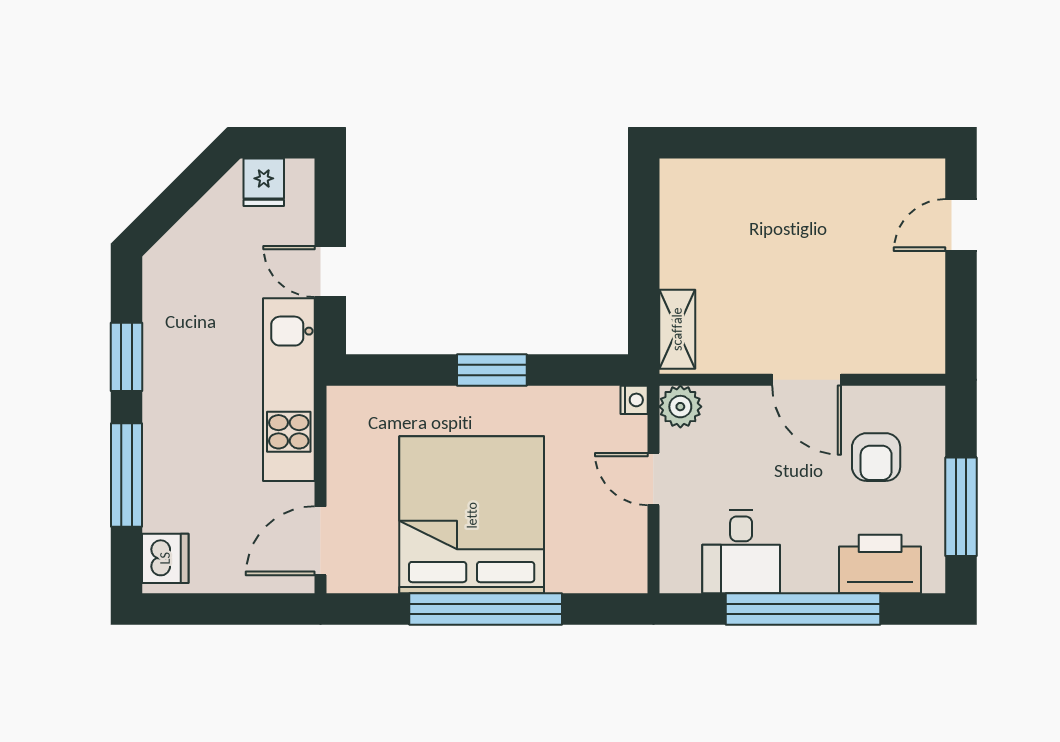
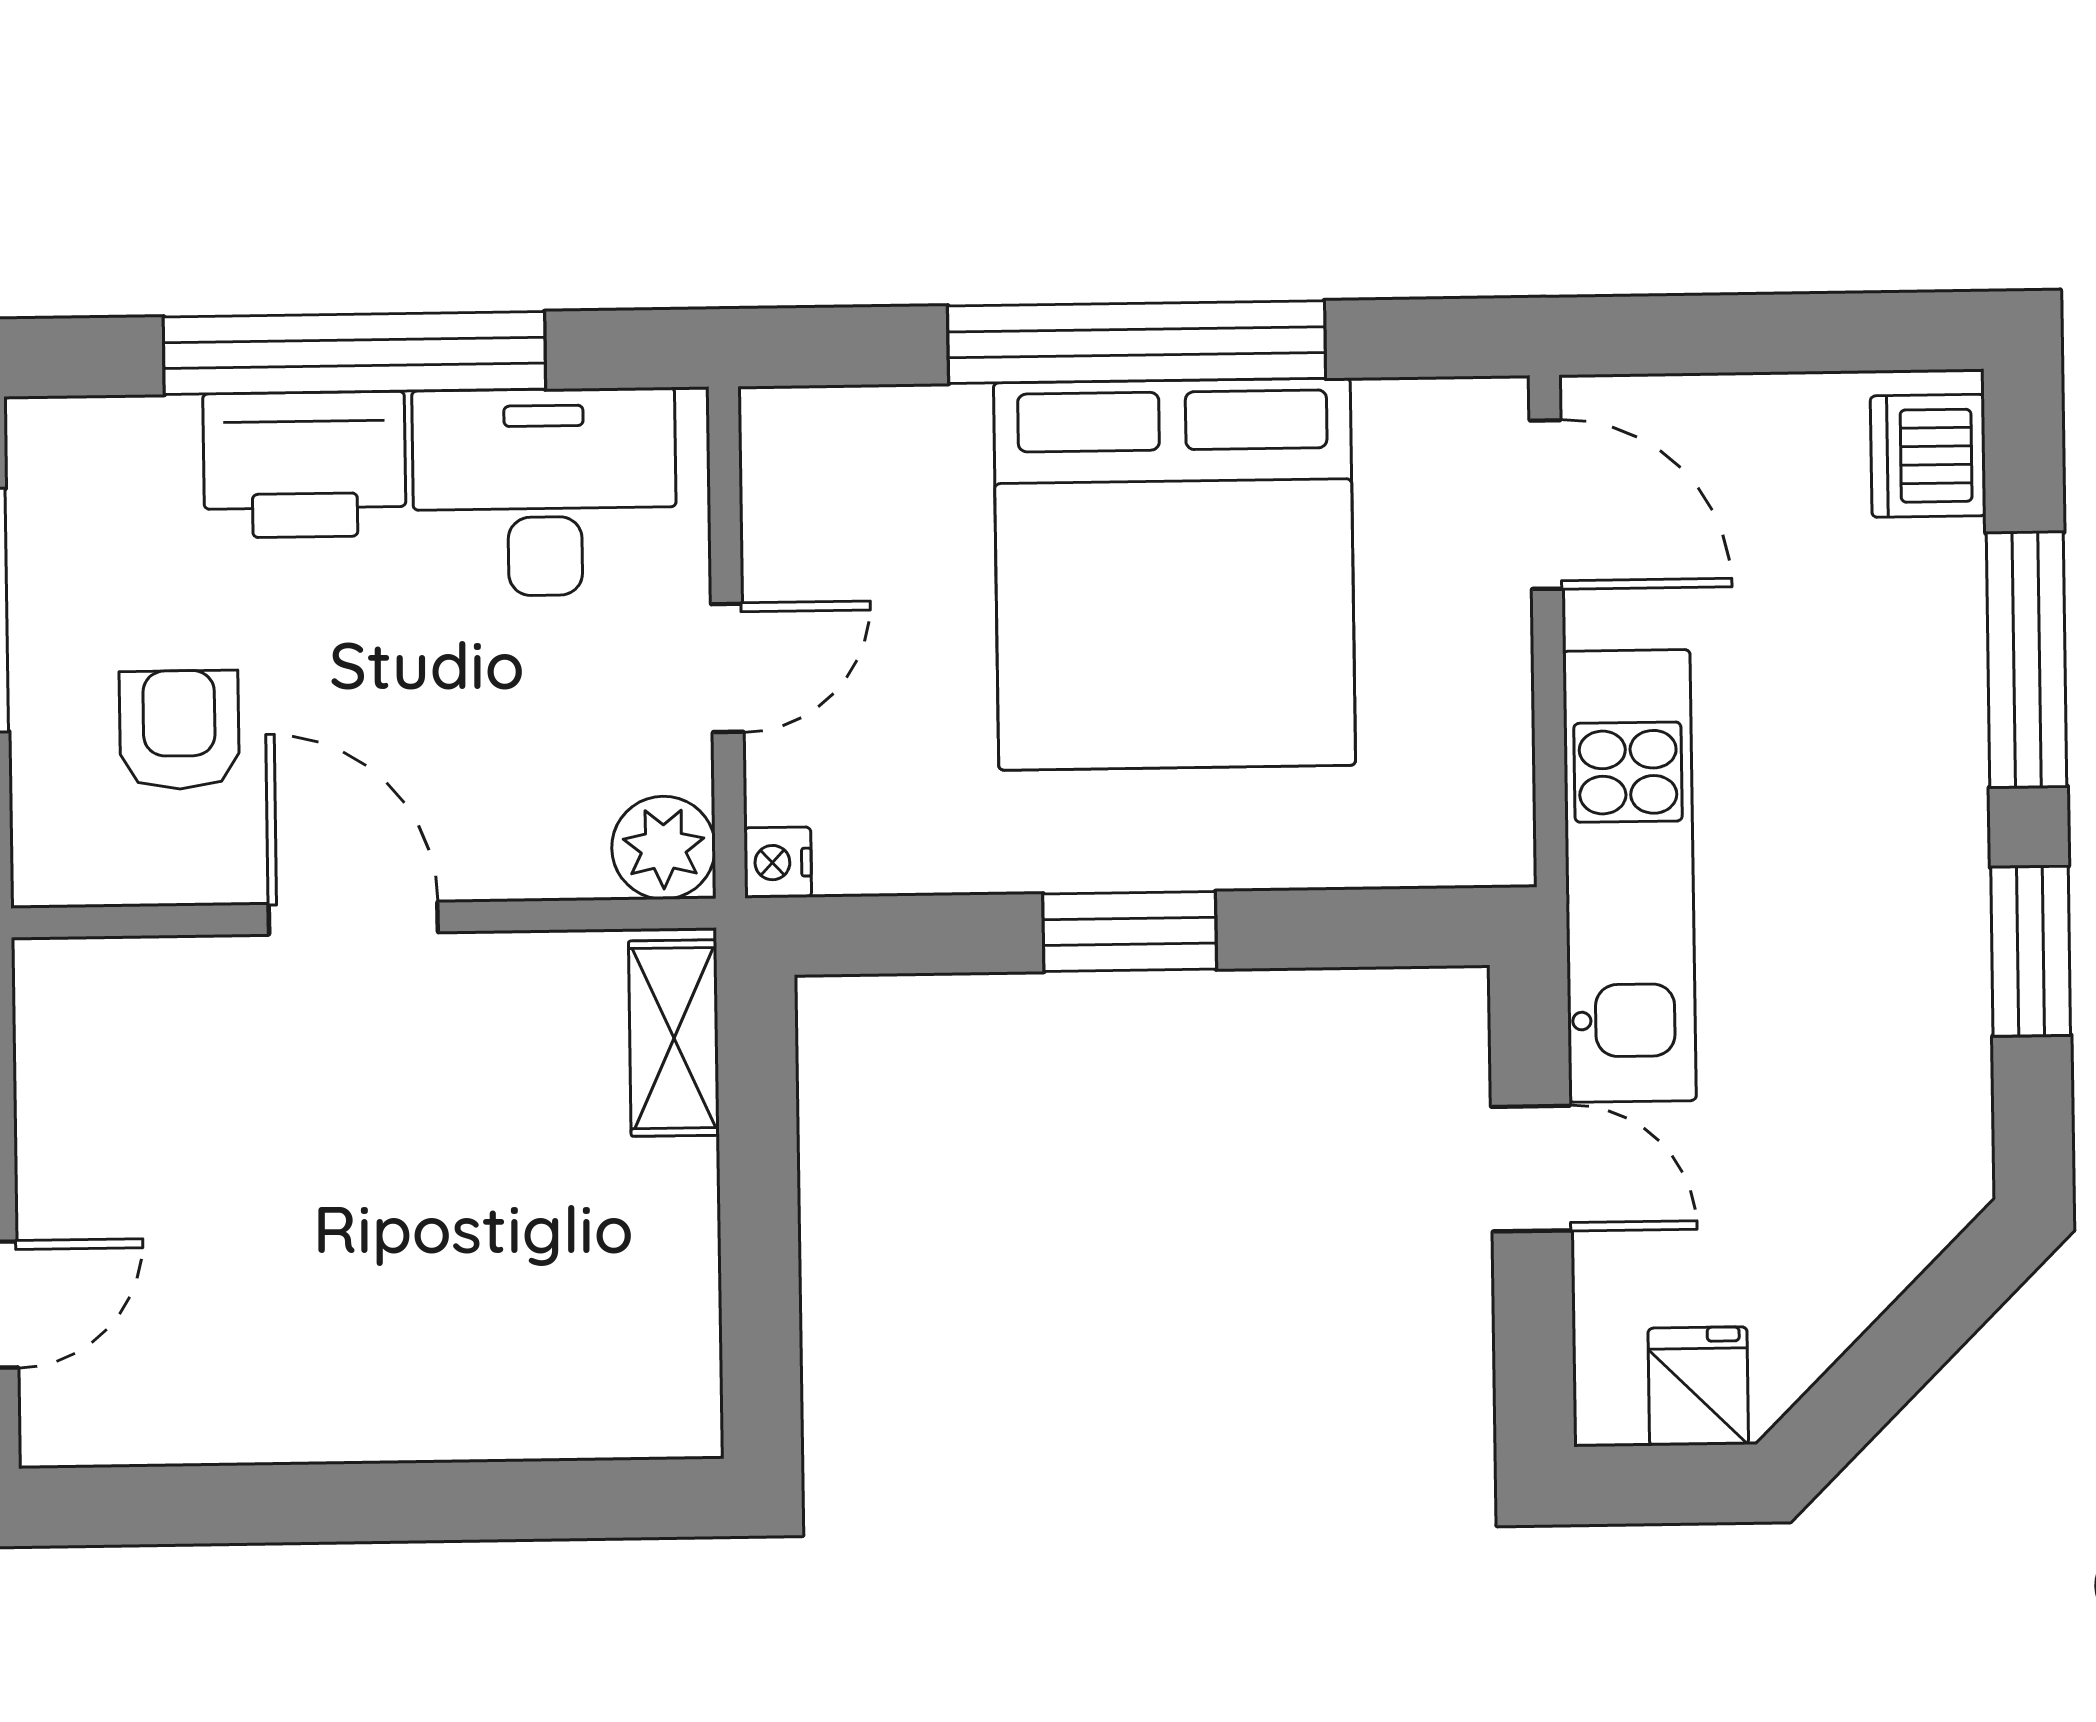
door: (653, 479) -> (727, 668), hinge flipped
door: (320, 541) -> (1546, 505), hinge flipped
desk: (741, 551) -> (545, 492), width x1.37
printer: (880, 564) -> (304, 465), moved

